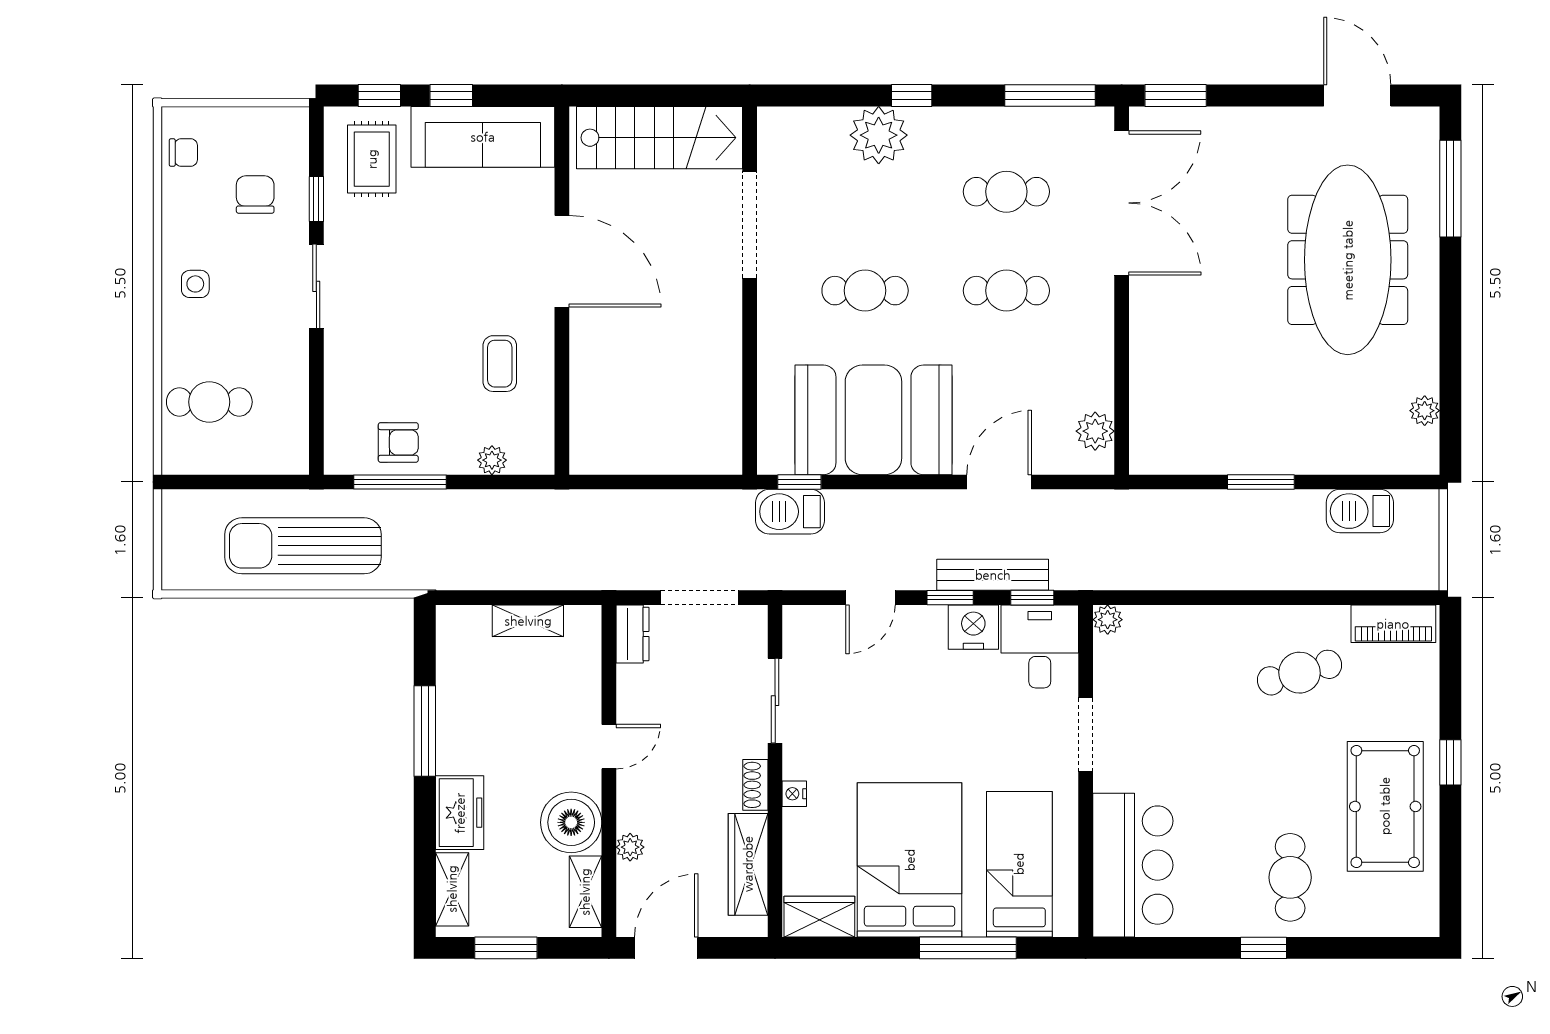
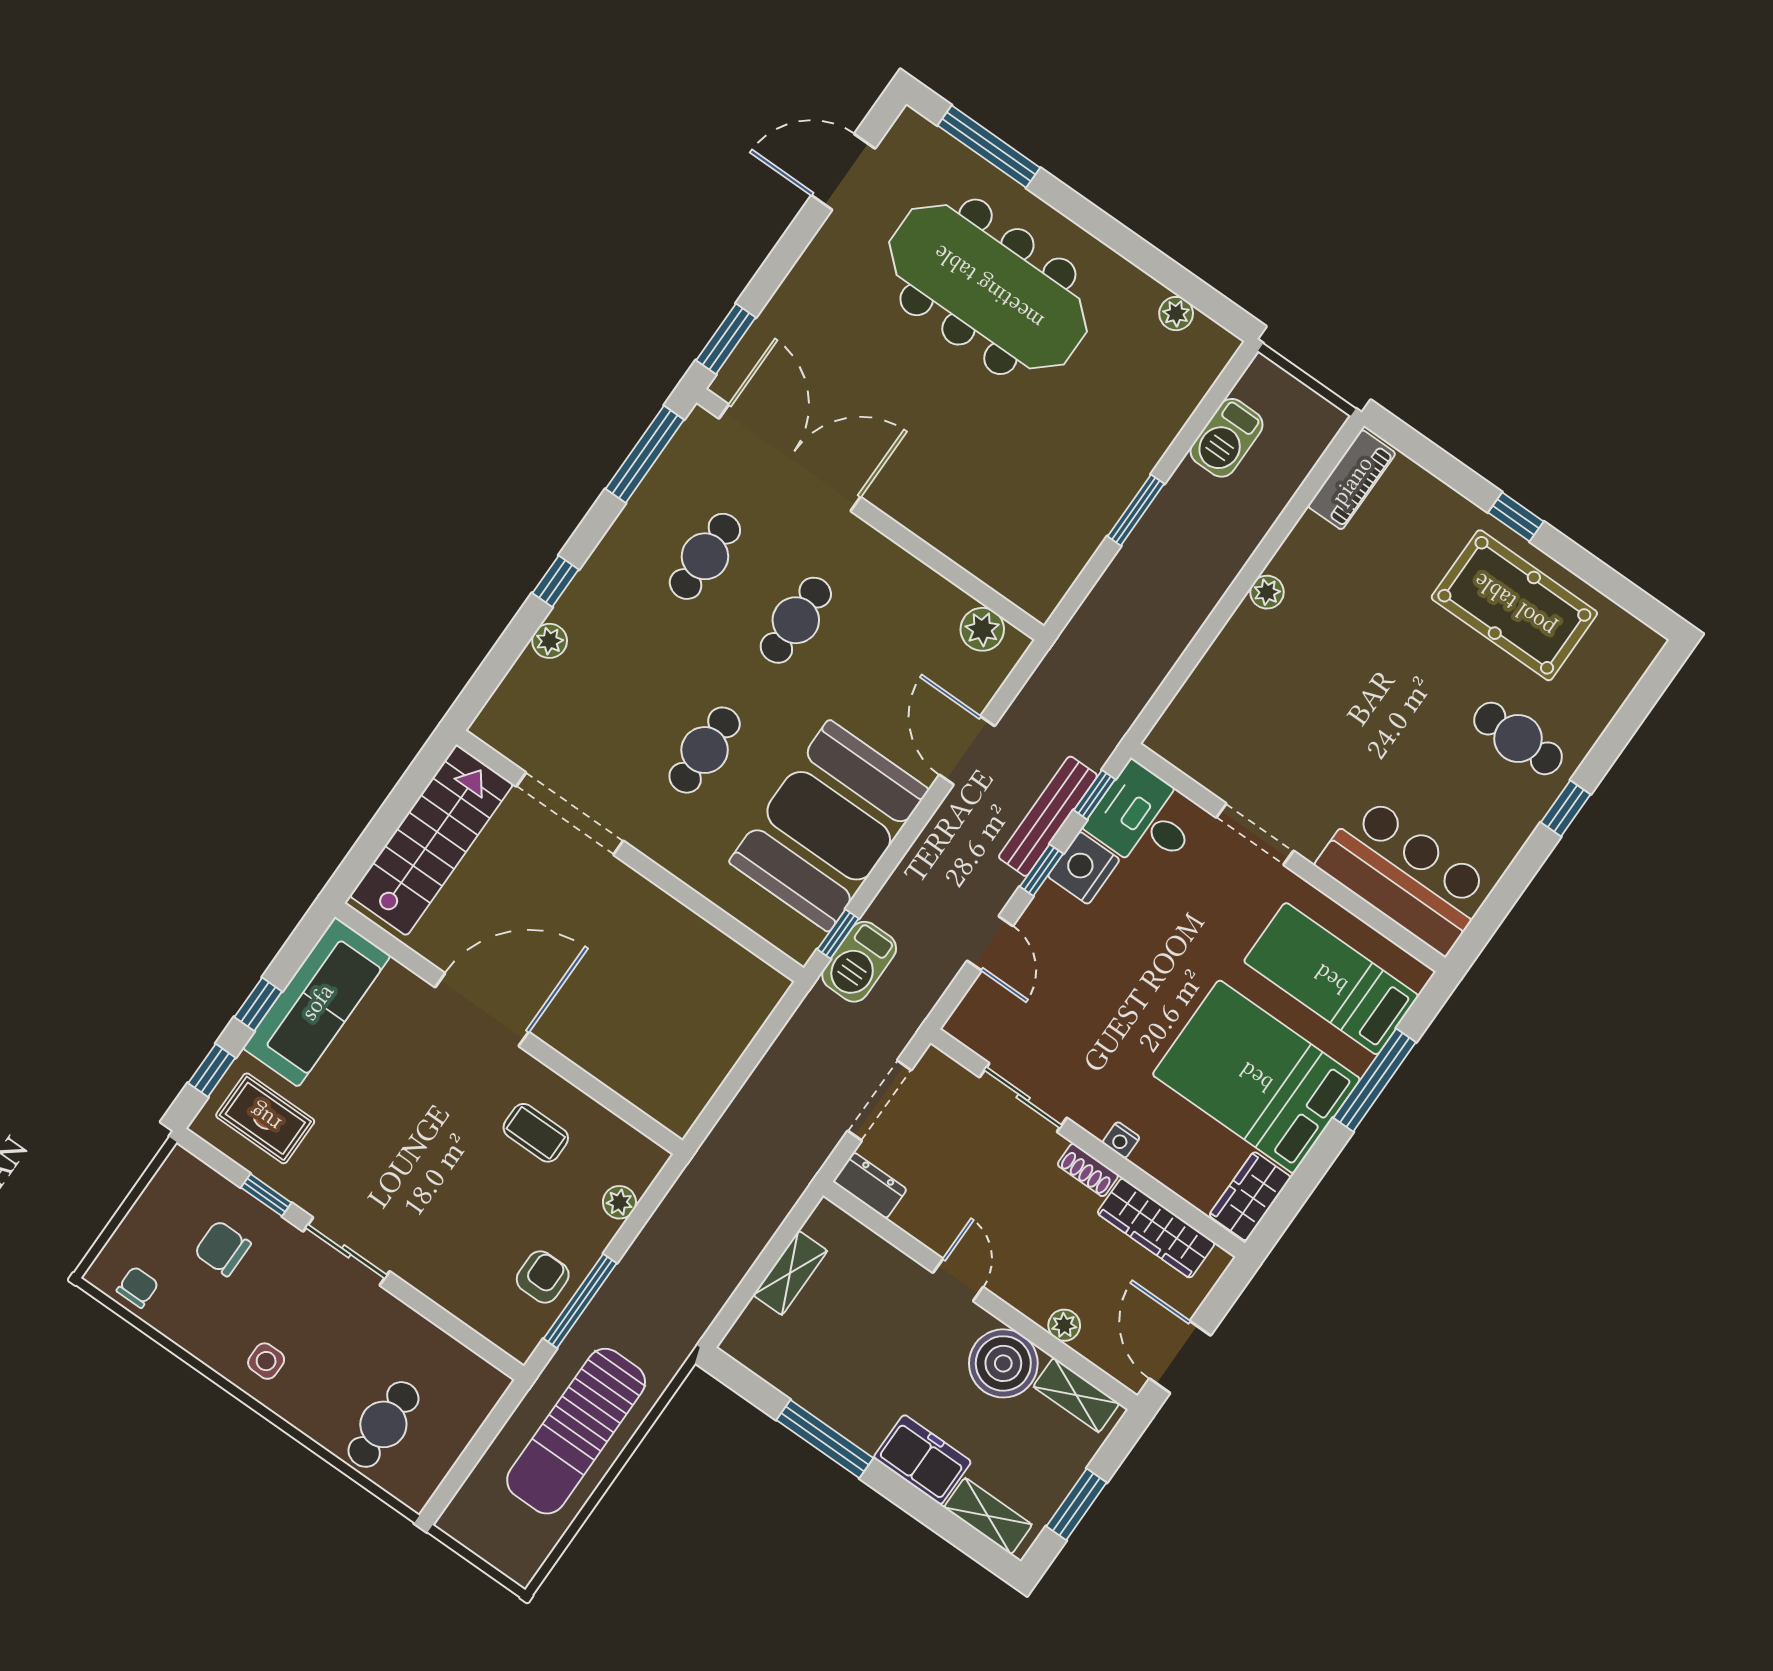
plant: (879, 135) -> (550, 641), width x0.53, depth x0.53
plant: (1108, 620) -> (1267, 592), moved
cafe table: (1300, 673) -> (1336, 598), removed

